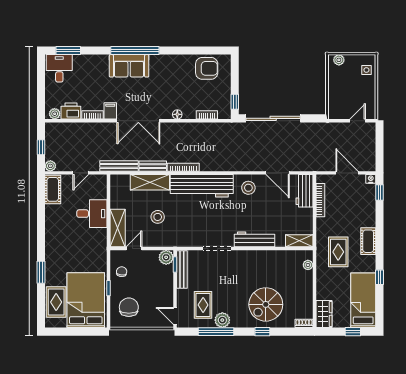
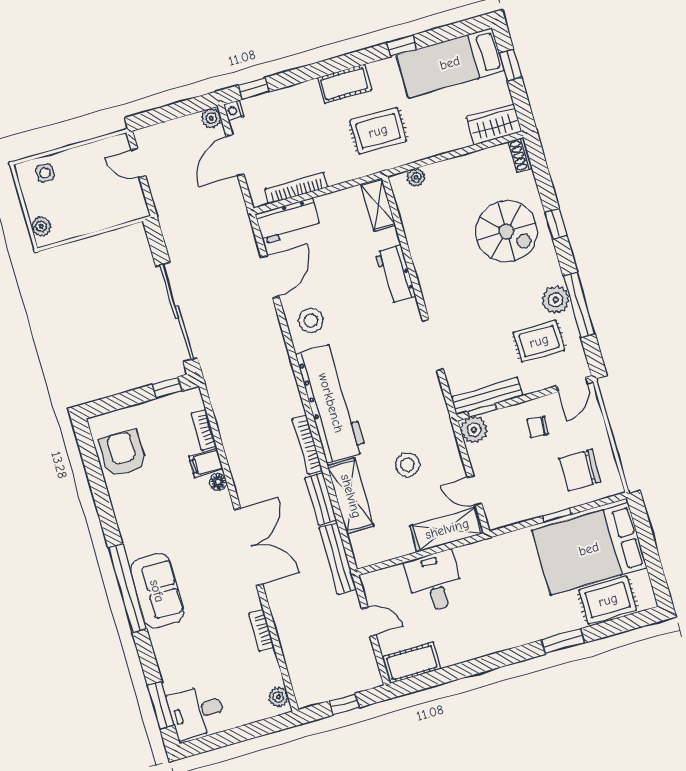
printer: (71, 111) -> (265, 670), removed
filing cabinet: (110, 111) -> (206, 463), moved
plant: (50, 166) -> (211, 118), moved
workbench: (255, 239) -> (395, 274), width x0.73
chair: (122, 272) -> (538, 427), moved

